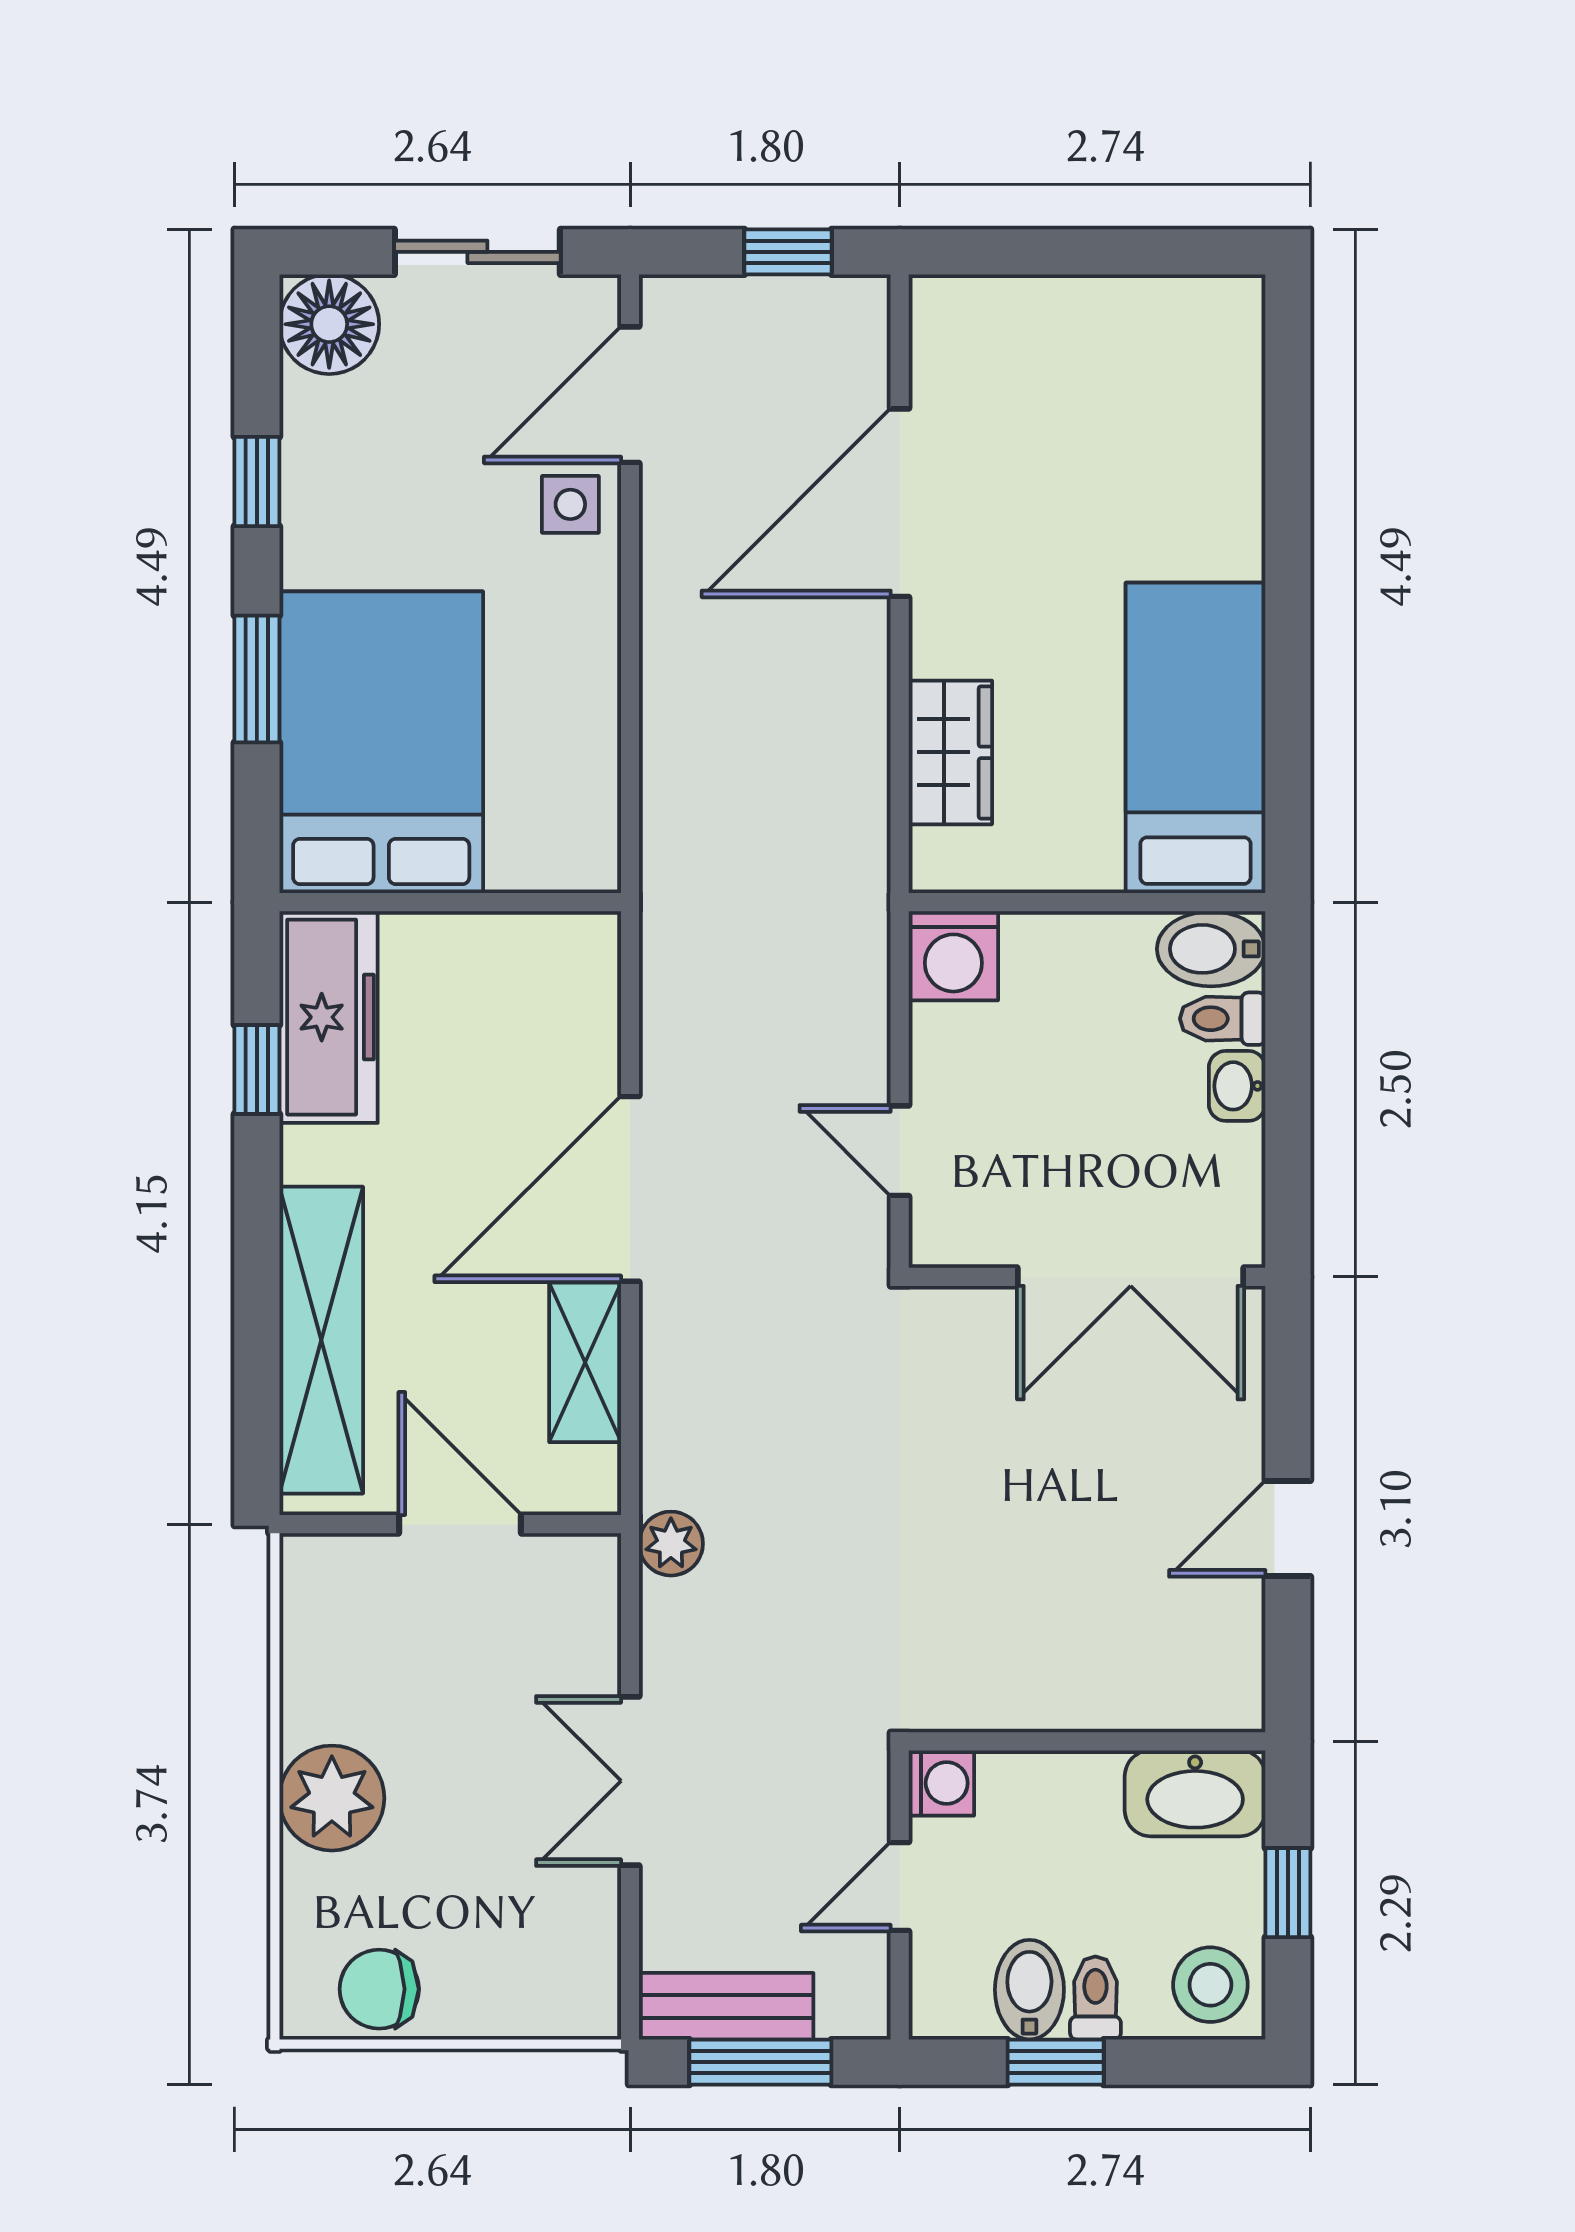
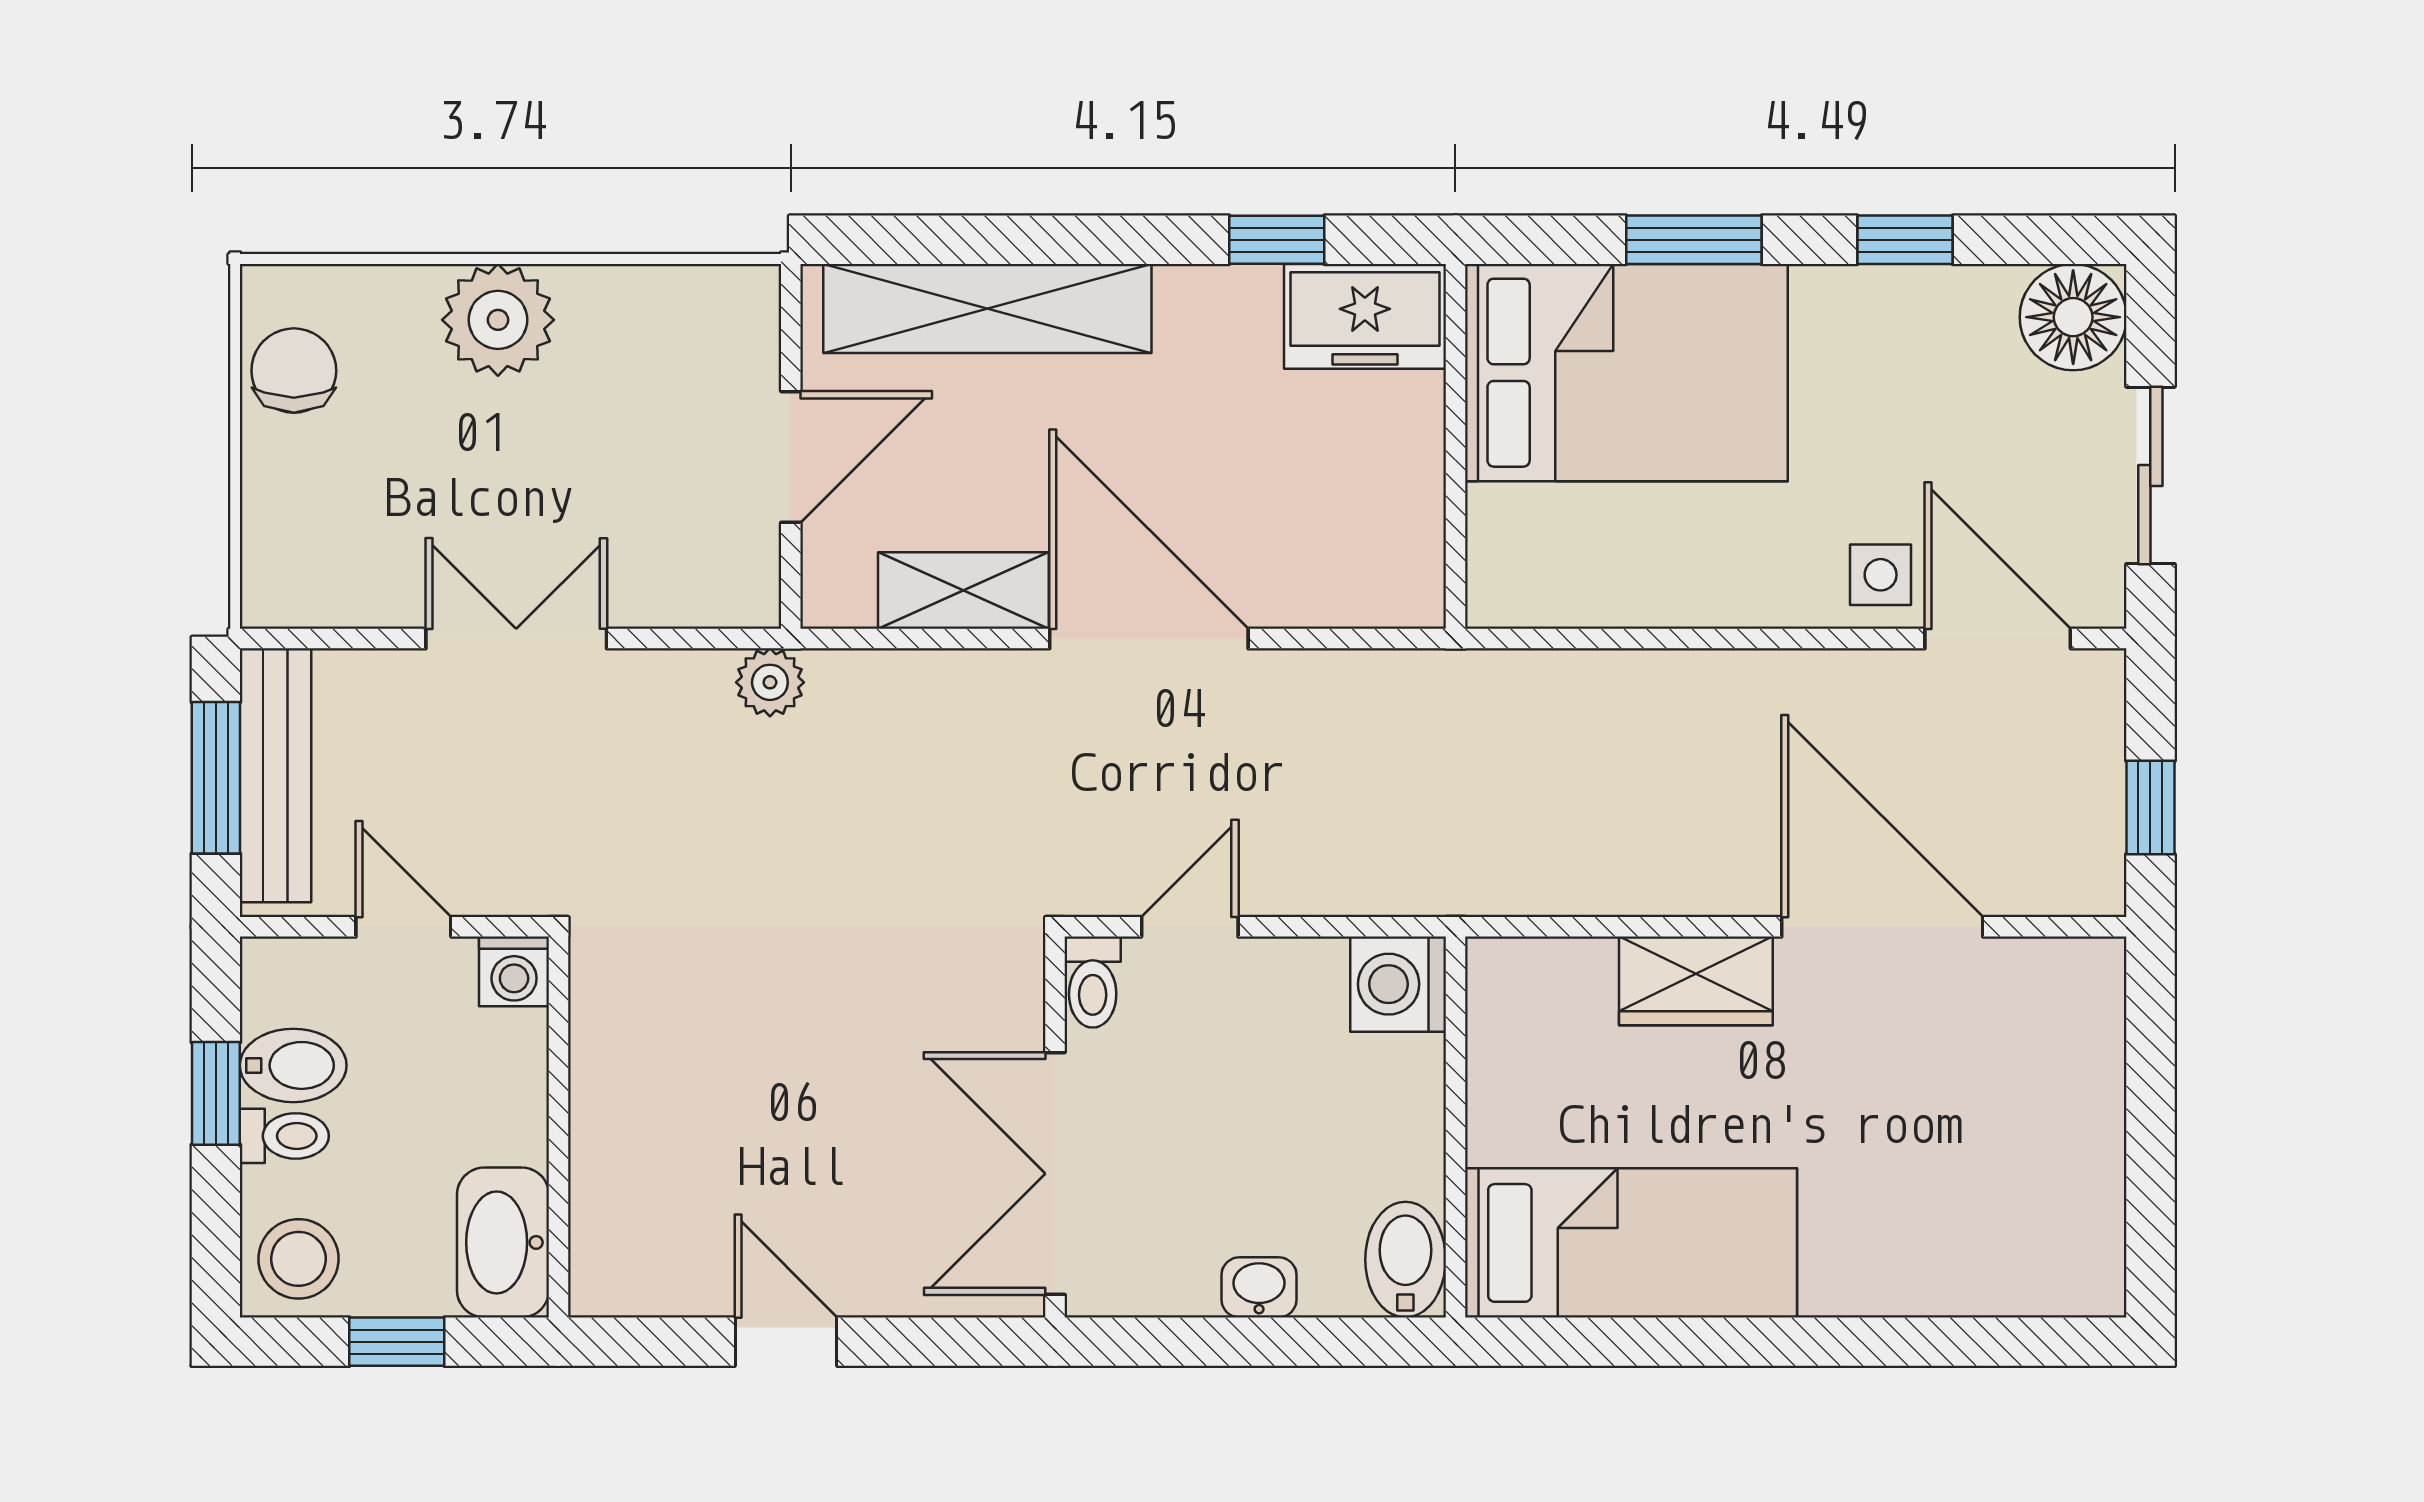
wardrobe: (950, 752) -> (1696, 981), moved
freezer: (329, 1017) -> (1365, 316), width x0.71
toilet: (1223, 1019) -> (1093, 982), moved, turned 180
bench: (726, 2006) -> (275, 775), width x1.36

